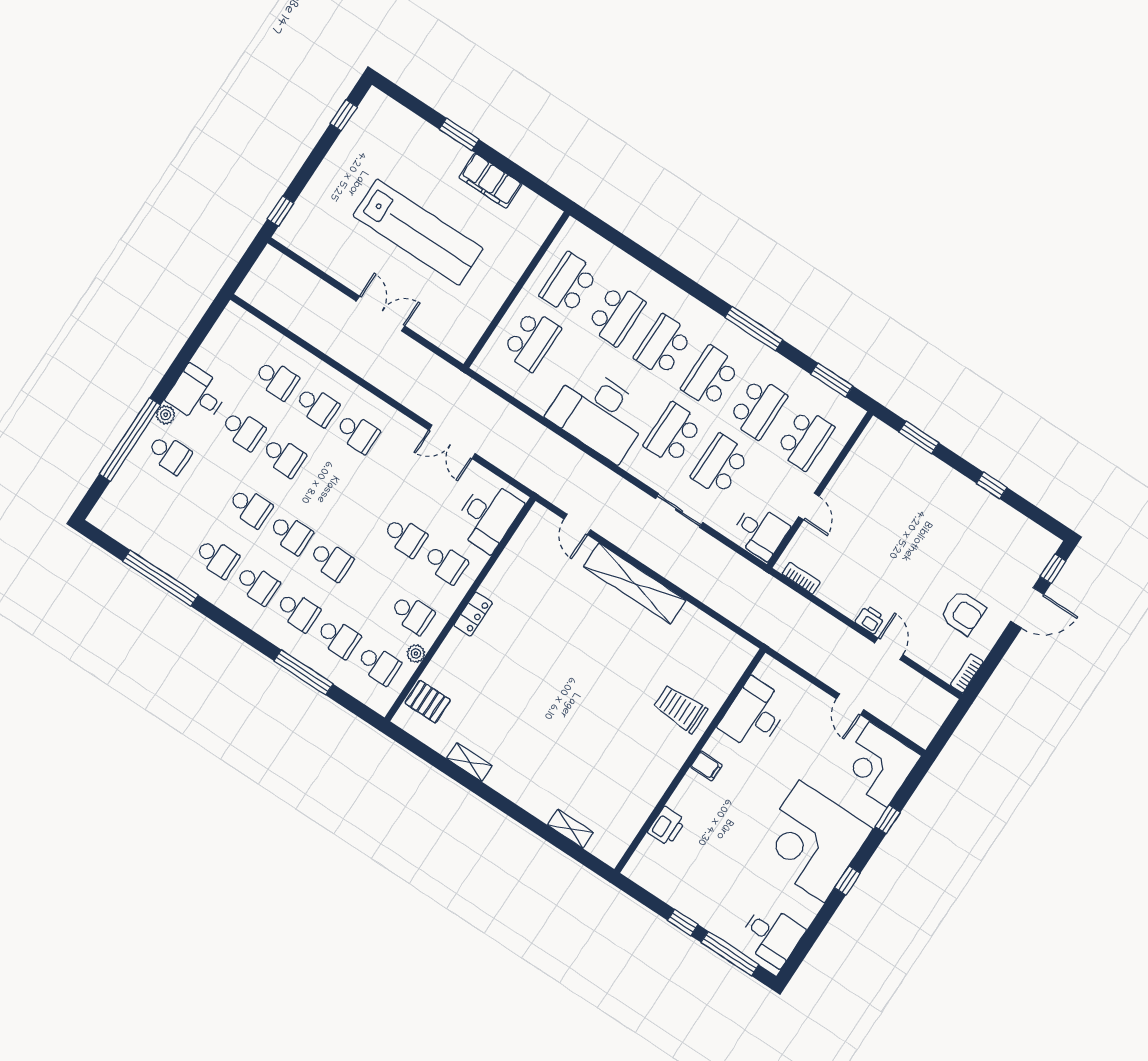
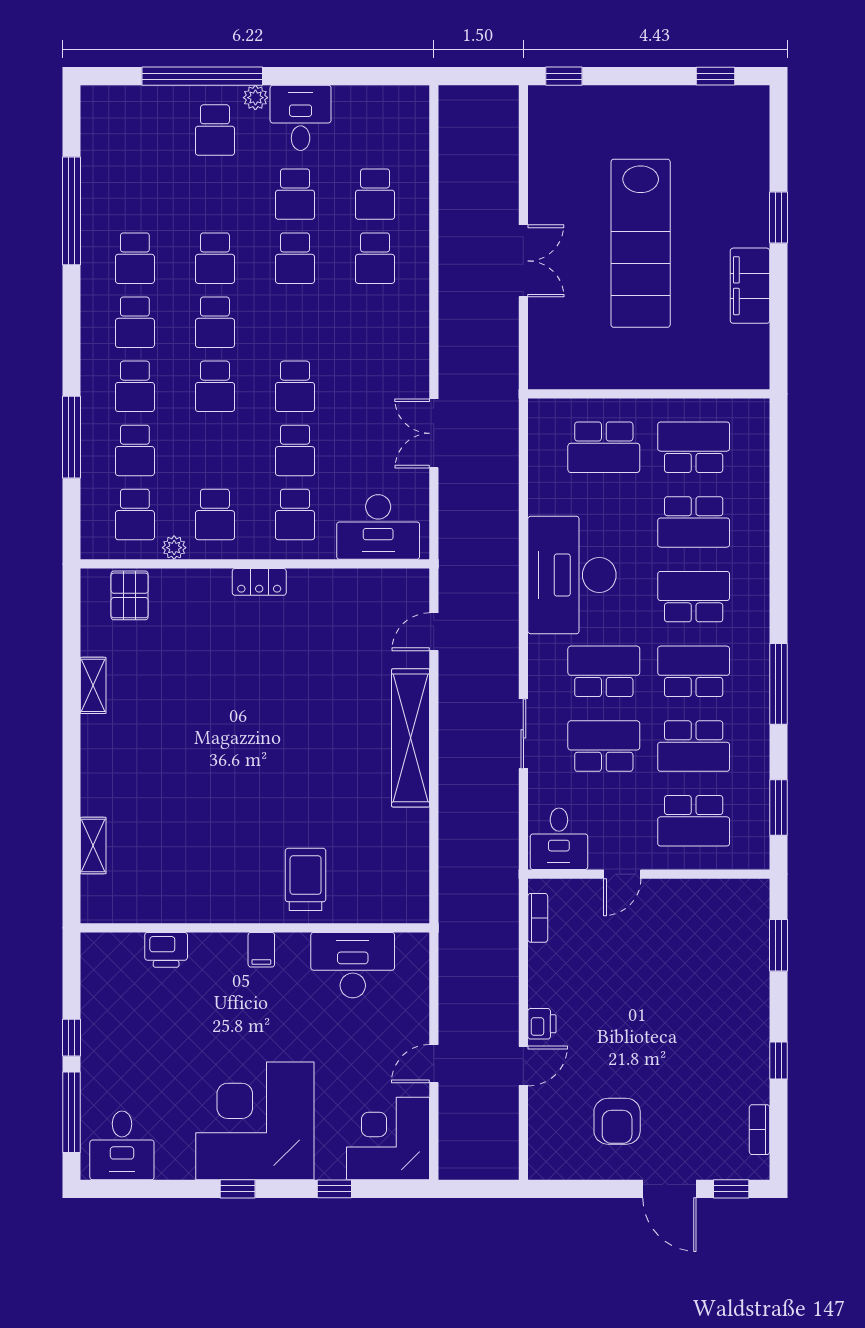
school desk: (357, 433) -> (295, 386), moved
bookcase: (967, 673) -> (759, 1130), moved, turned -90

